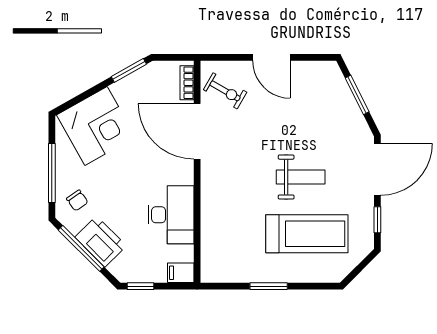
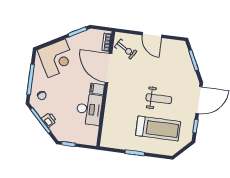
printer: (101, 241) -> (49, 120), width x0.53, depth x0.68
filing cabinet: (181, 273) -> (97, 89), moved

